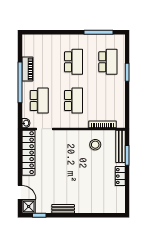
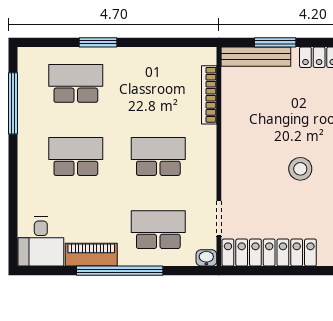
desk: (34, 45) -> (41, 242), added
stool: (95, 145) -> (300, 169), moved

